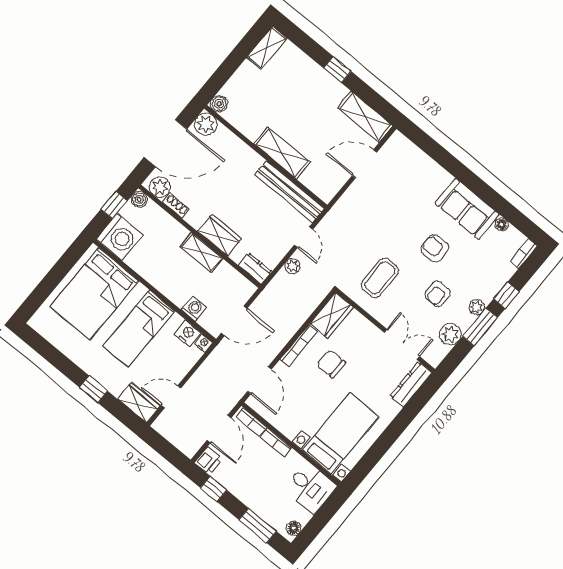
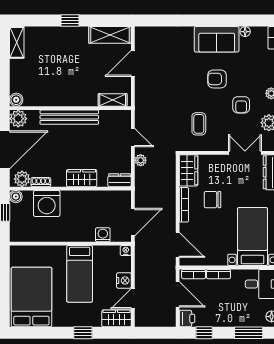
shelving: (282, 153) -> (113, 100), moved, width x0.67, depth x0.75
bench: (290, 192) -> (69, 117), moved
washing machine: (119, 237) -> (47, 203), moved, turned 90
shelving: (201, 253) -> (79, 197), removed
coffee table: (380, 278) -> (199, 124), width x0.73, depth x0.77
bed: (94, 294) -> (31, 297), moved, turned 180
nightstand: (188, 333) -> (124, 280), moved, turned 90

